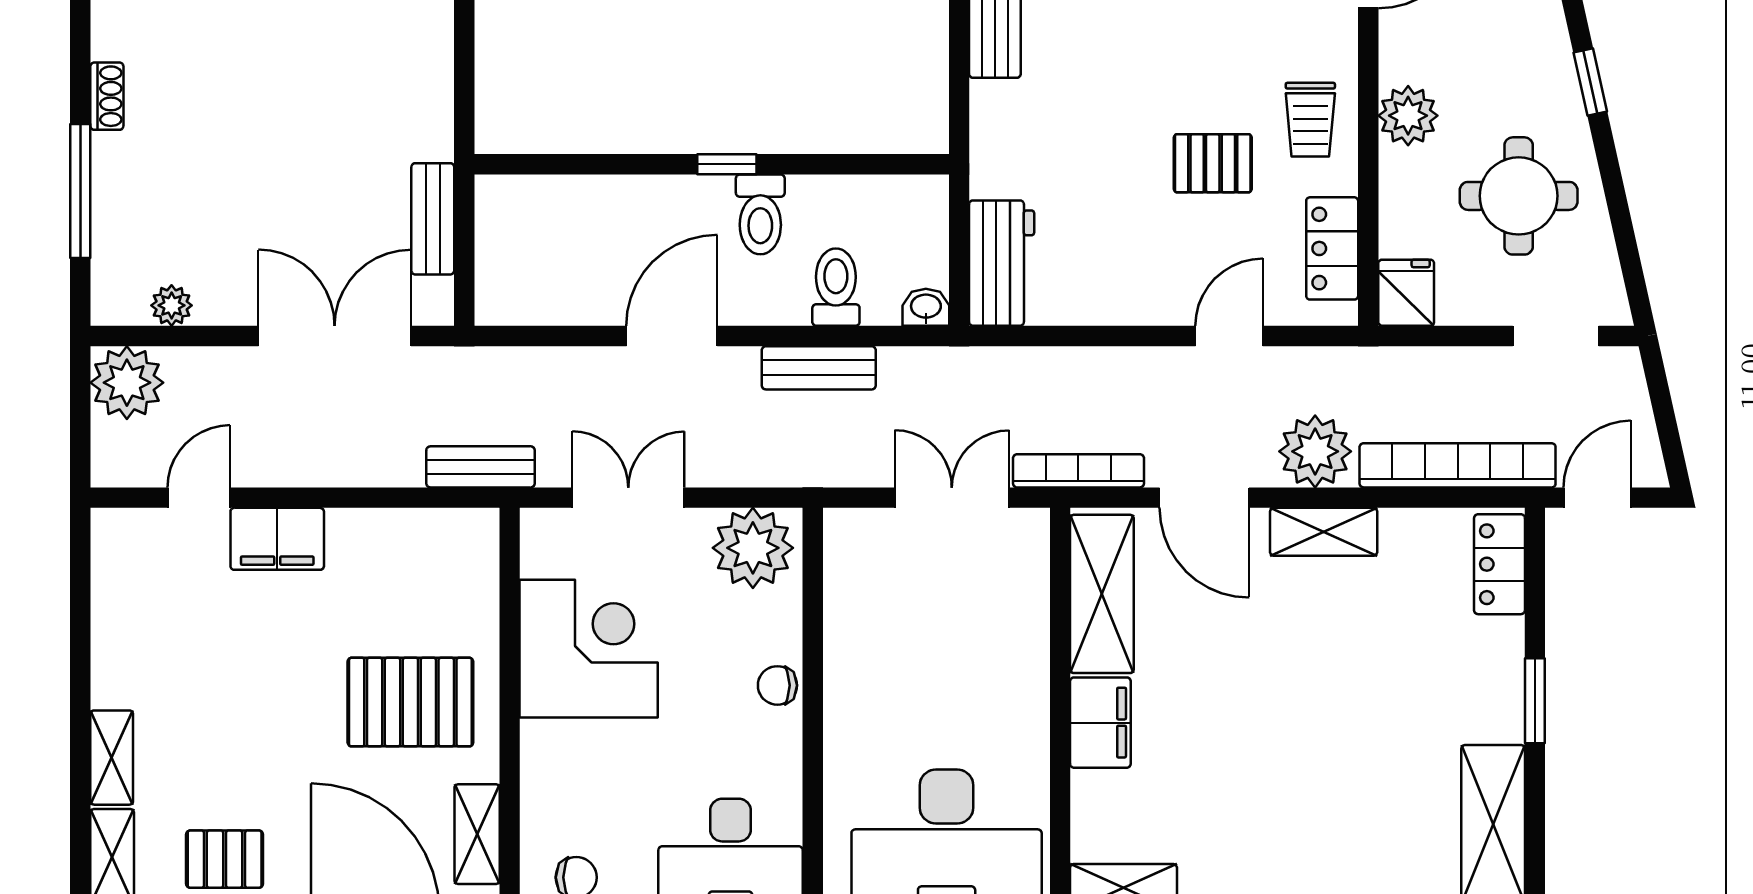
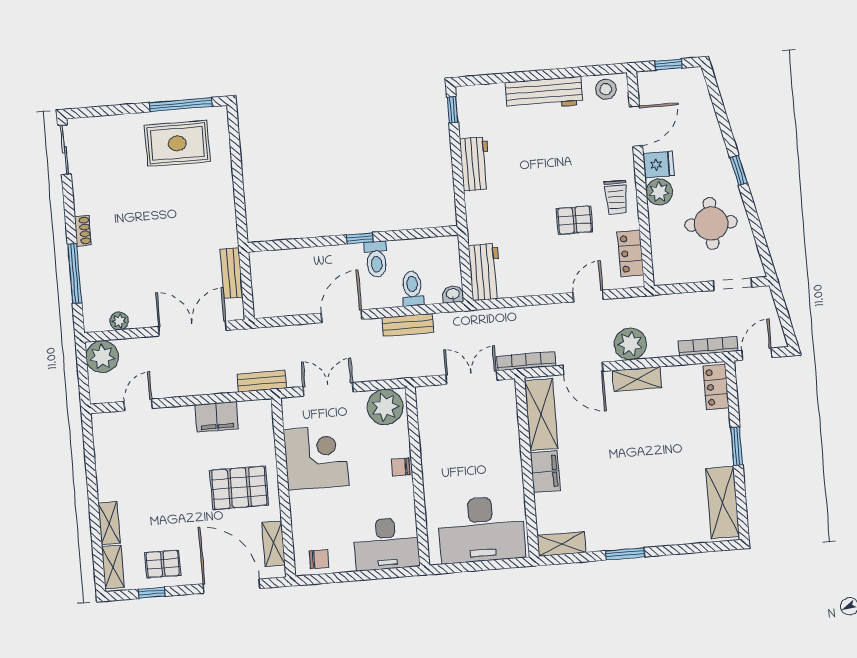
fridge: (1406, 293) -> (658, 165), moved, turned 90
bookcase: (1458, 465) -> (708, 346), width x0.68, depth x0.76
filing cabinet: (277, 539) -> (217, 417), moved

